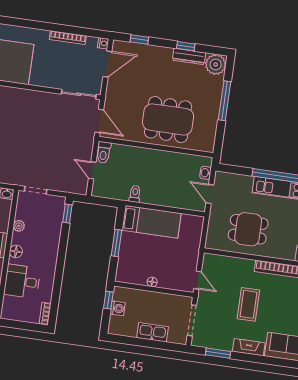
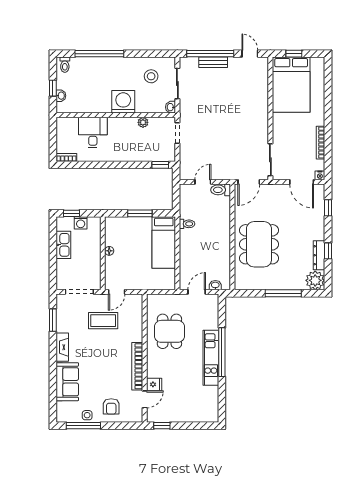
floor lamp: (16, 251) -> (119, 123), removed
window: (108, 300) -> (72, 213), moved
coffee table: (248, 304) -> (103, 321), moved
kitchen sink: (153, 332) -> (63, 245), moved

